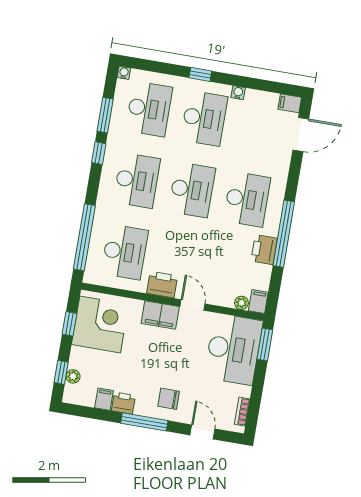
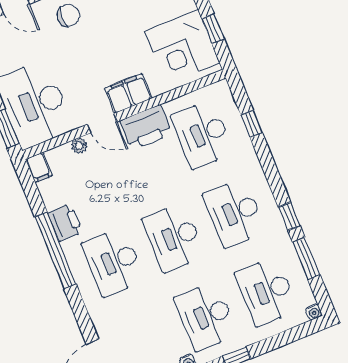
window: (84, 237) -> (252, 124), width x0.32
printer: (162, 285) -> (146, 127), width x1.37, depth x1.19
plant: (241, 303) -> (79, 146), moved

